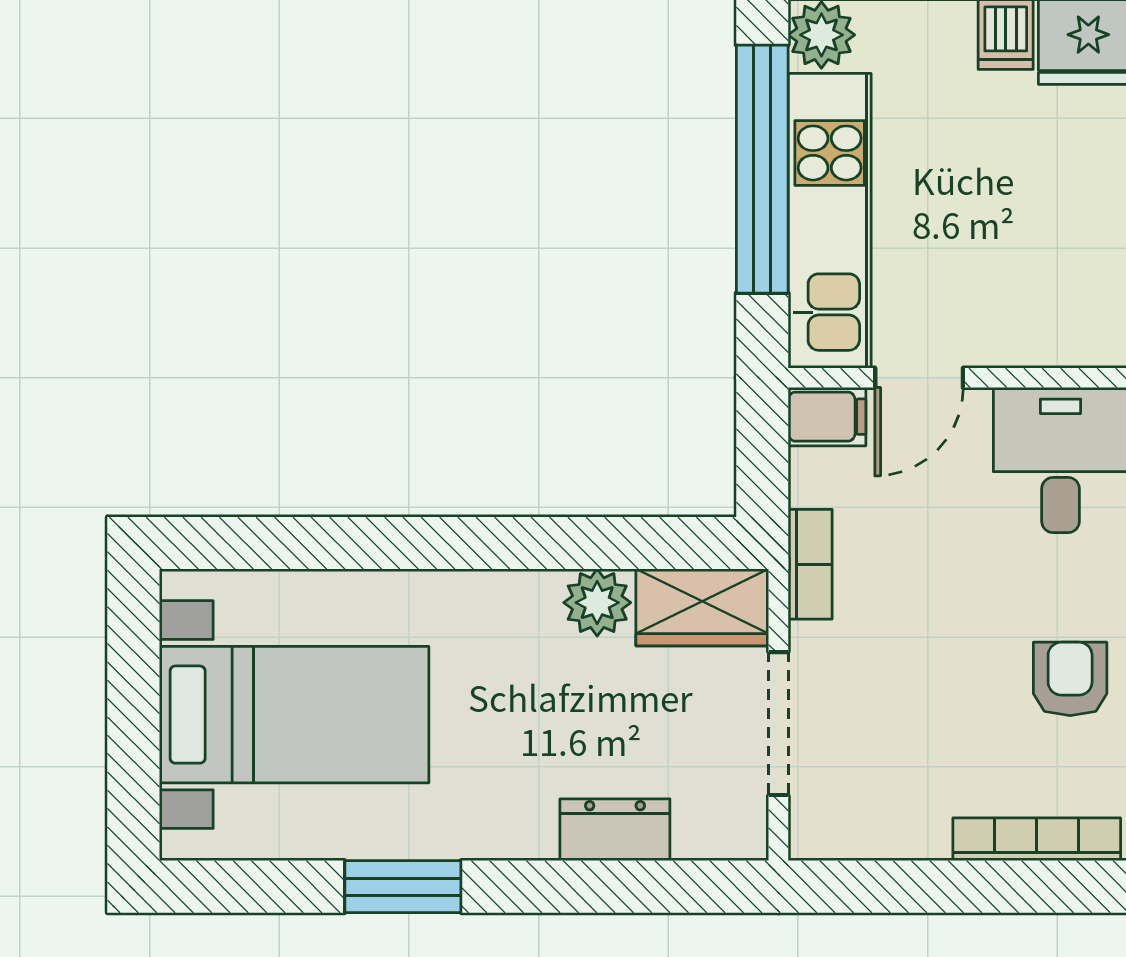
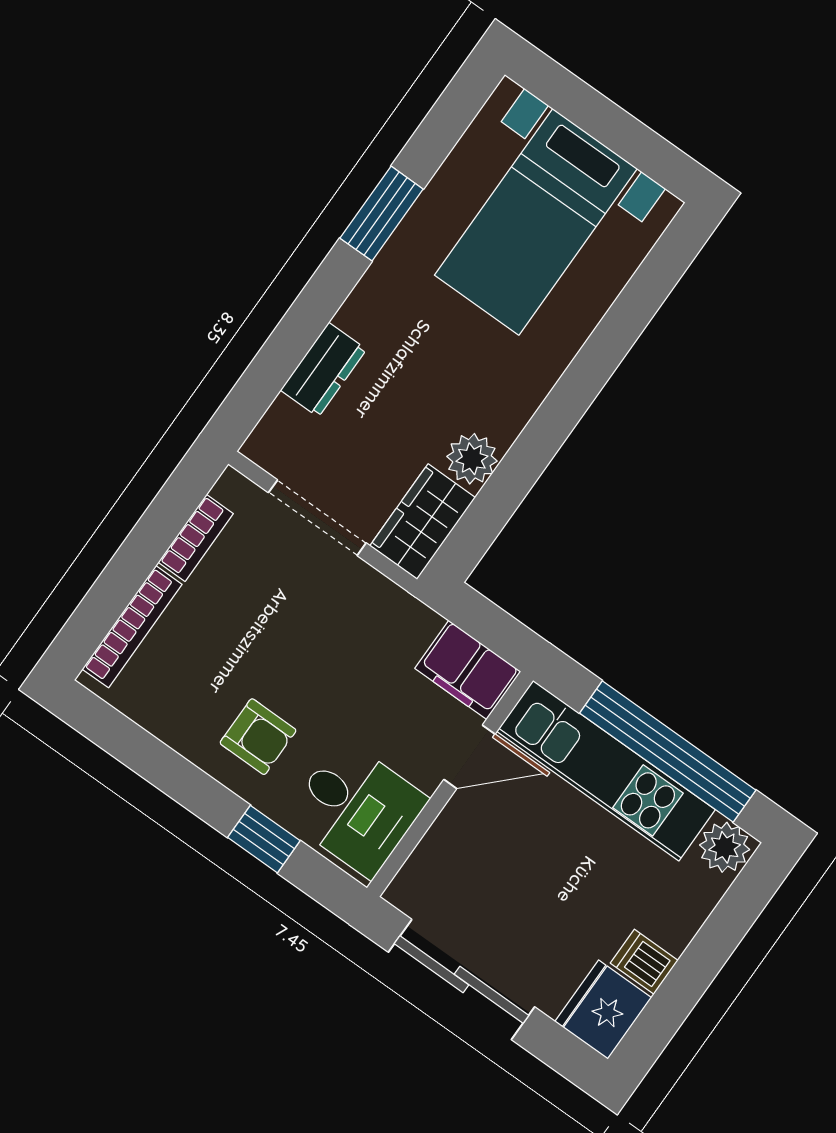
door: (919, 378) -> (470, 757), swing flipped
filing cabinet: (827, 417) -> (468, 670), width x2.00
bookcase: (810, 564) -> (196, 538), moved, turned -90
armchair: (1070, 679) -> (258, 737), moved

